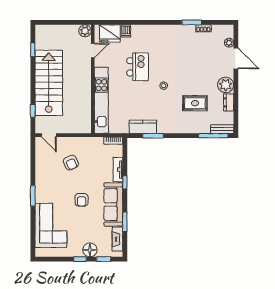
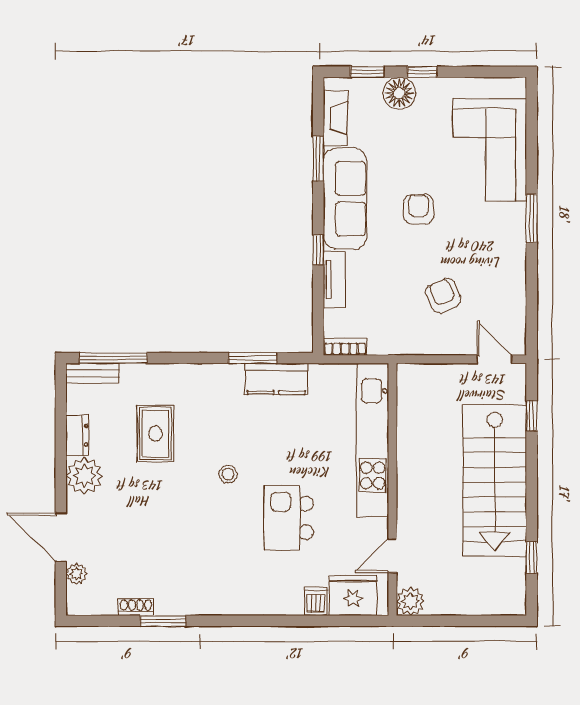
rug: (195, 103) -> (155, 434), turned 90

